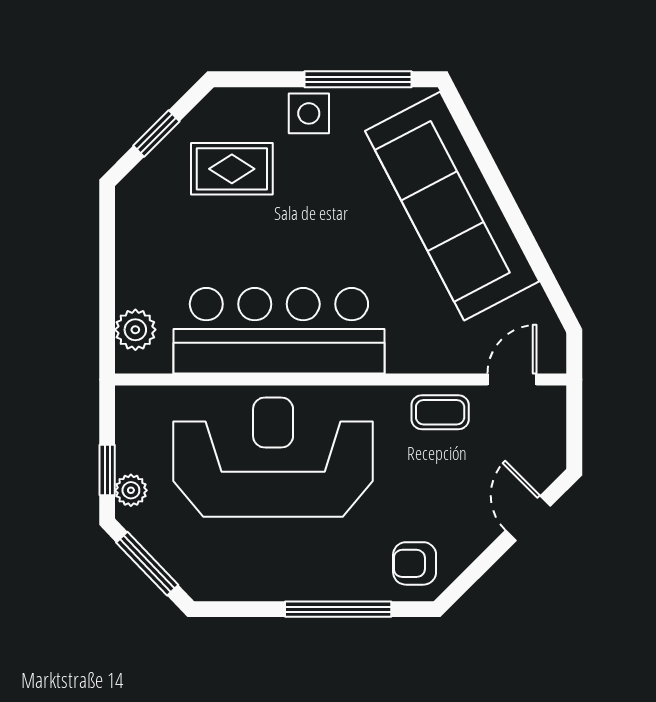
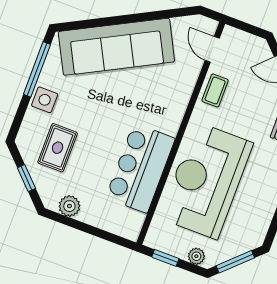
plant: (135, 330) -> (69, 206), moved
bar counter: (279, 331) -> (140, 168), width x0.73
window: (107, 470) -> (165, 258), moved

